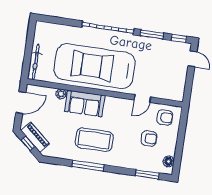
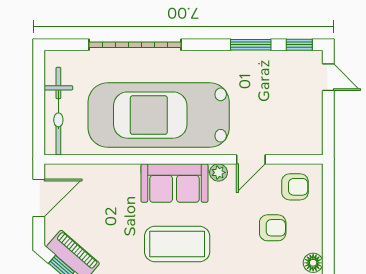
garage door: (108, 28) -> (135, 45), moved
bicycle: (36, 62) -> (58, 111), width x1.37, depth x1.40
plant: (61, 94) -> (218, 172), moved
sofa: (85, 103) -> (174, 183), moved

